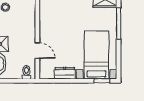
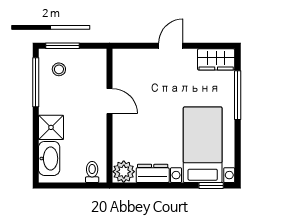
door: (37, 51) -> (109, 101), moved
plant: (46, 72) -> (124, 172), added

